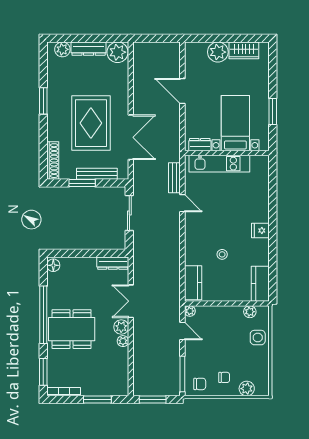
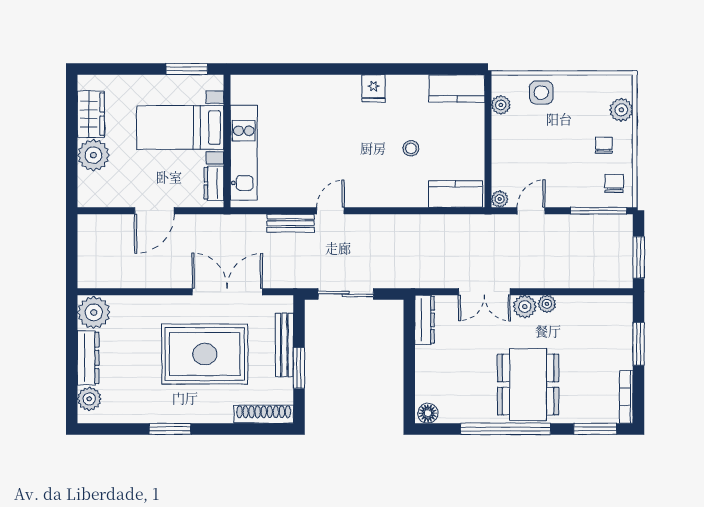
bed with nightstands: (235, 123) -> (180, 128), moved
dresser: (200, 145) -> (214, 183), moved
wall: (227, 153) -> (227, 141), moved
kitchen unit: (219, 164) -> (244, 153), moved

